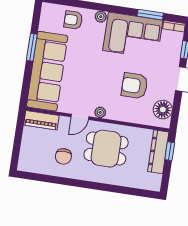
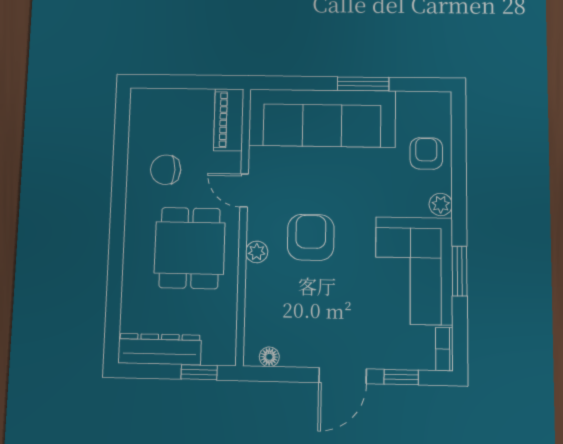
window: (150, 15) -> (460, 271), moved
armchair: (135, 86) -> (311, 237), moved
floor lamp: (163, 110) -> (269, 357), width x0.53, depth x0.53
plant: (100, 112) -> (257, 252), moved
dresser: (158, 152) -> (160, 349), moved

